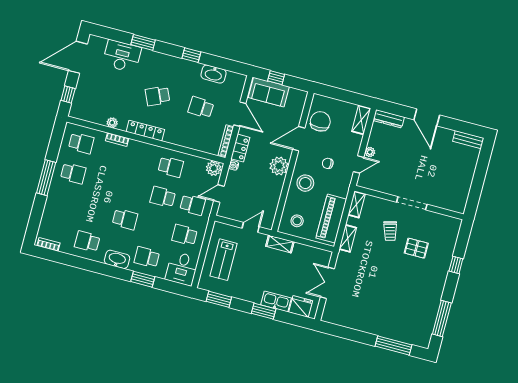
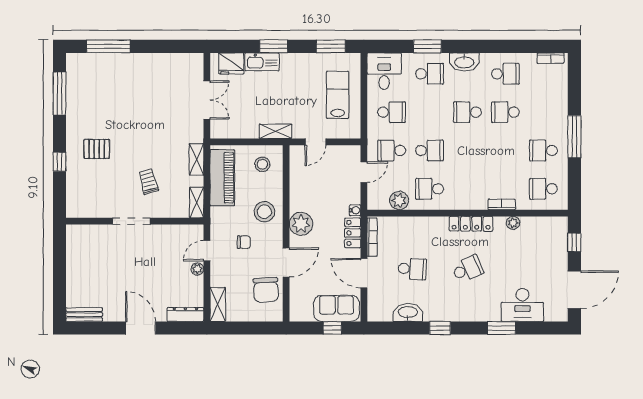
plant: (214, 168) -> (399, 201), moved
school desk: (95, 211) -> (505, 112), added
pallet: (416, 248) -> (97, 149), moved

